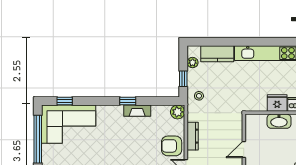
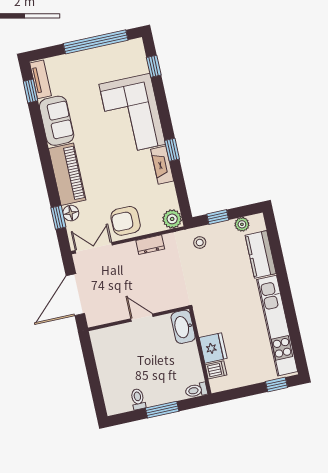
washbasin: (279, 121) -> (183, 327), moved
corner sofa: (69, 124) -> (132, 114), moved
dresser: (193, 136) -> (150, 245), width x0.70
armchair: (172, 146) -> (126, 221), turned -90

